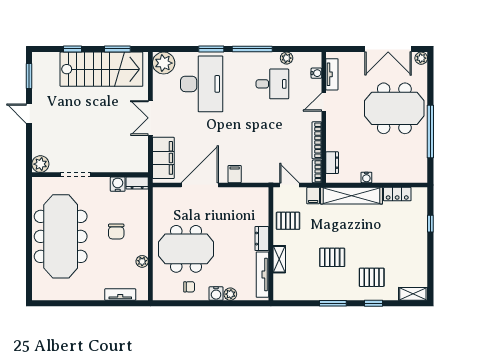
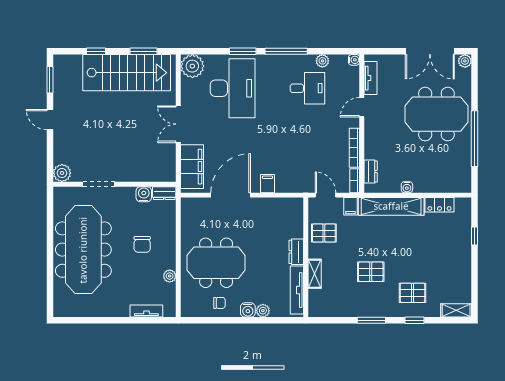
water cooler: (316, 73) -> (354, 60), moved

